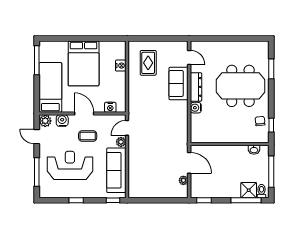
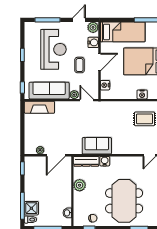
sofa: (179, 83) -> (97, 146), moved
dresser: (196, 87) -> (86, 161), moved
plant: (223, 136) -> (80, 185), added
fireplace: (135, 181) -> (39, 107), added

